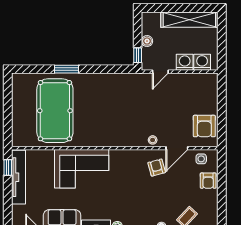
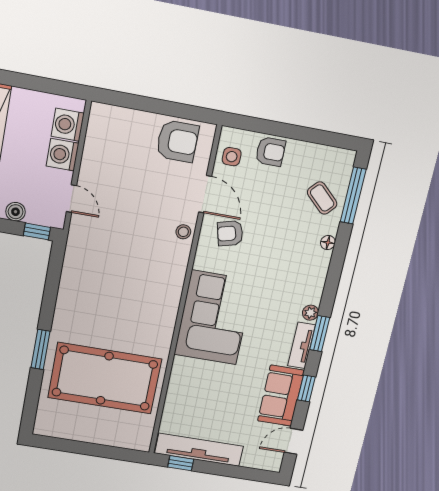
corner sofa: (82, 169) -> (214, 318), moved

